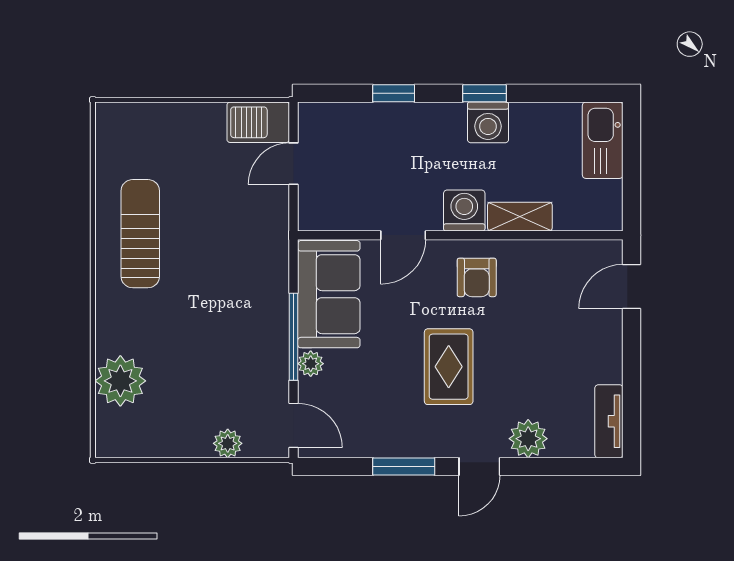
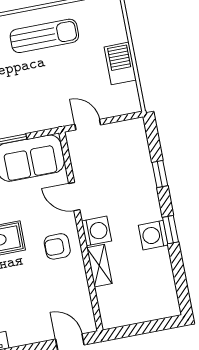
barbecue: (258, 122) -> (120, 63), moved
kitchen sink: (603, 140) -> (156, 307), removed
door: (294, 164) -> (88, 125), moved

